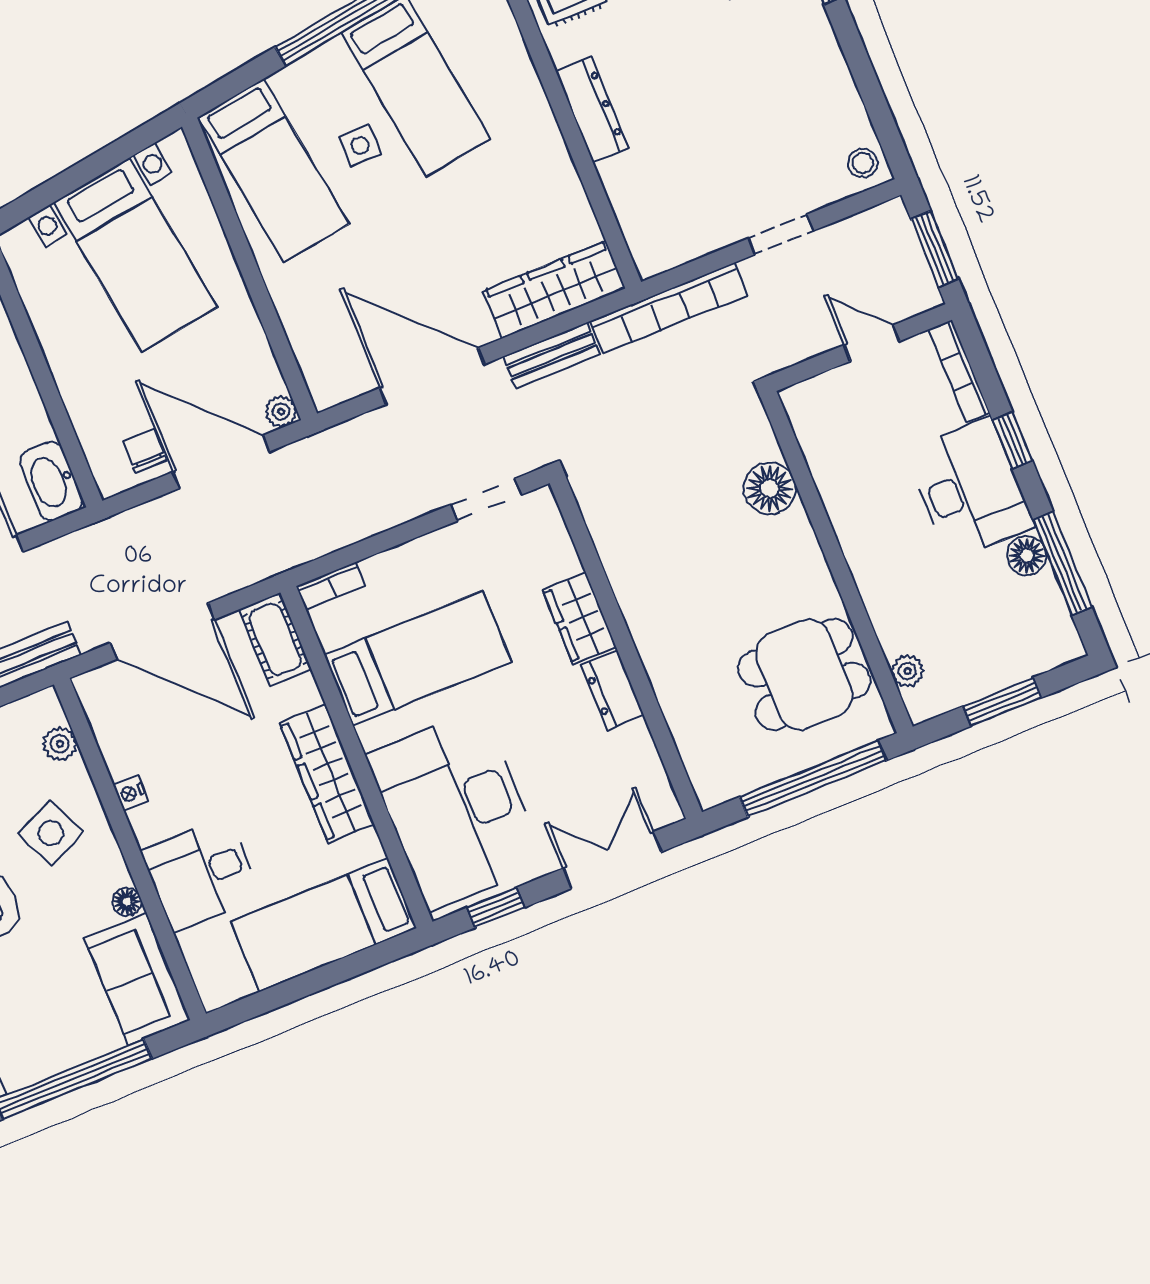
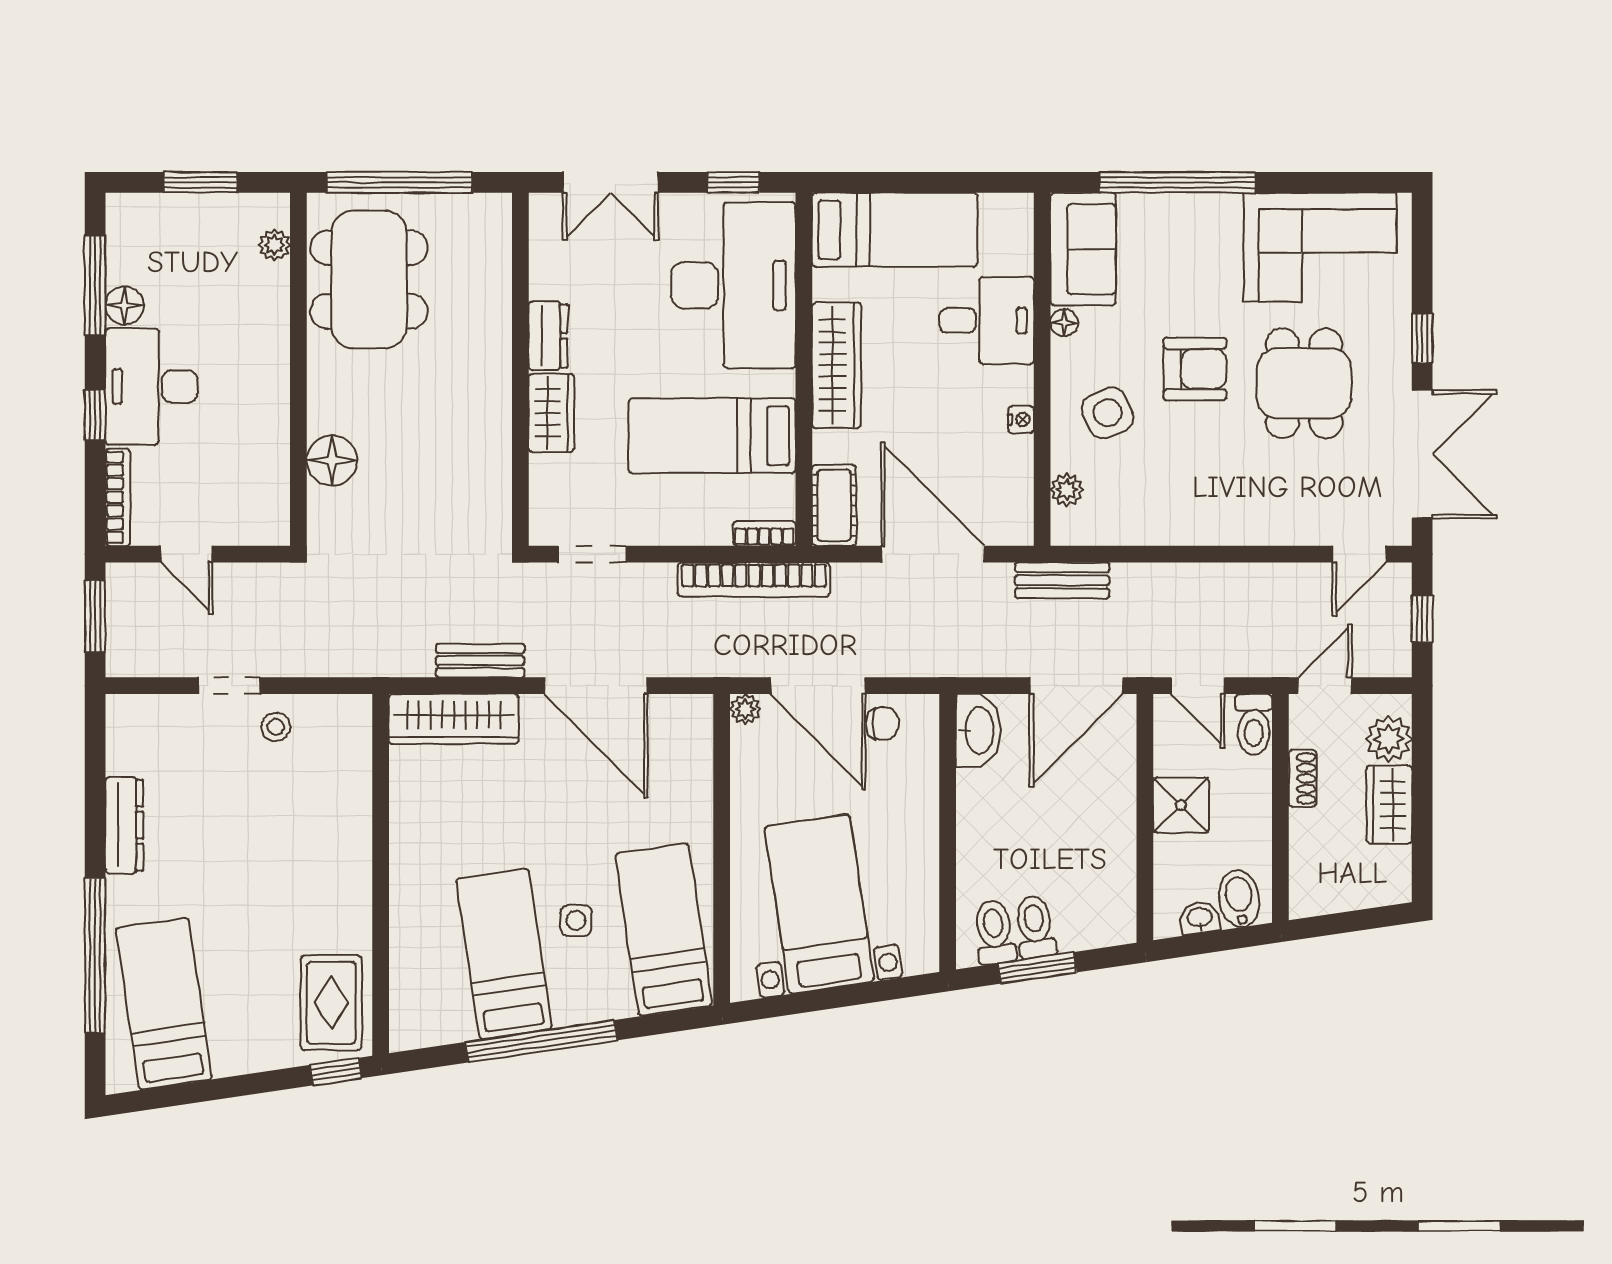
dresser: (592, 109) -> (124, 825), moved, turned 180
stool: (863, 163) -> (276, 727), moved
bookcase: (669, 308) -> (754, 580), moved, turned 180
chair: (145, 451) -> (883, 723), turned -90
dining table: (804, 675) -> (369, 280), width x1.38

